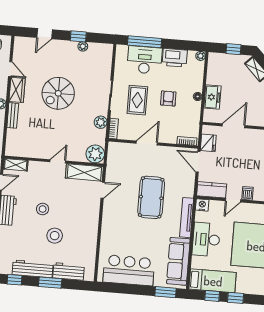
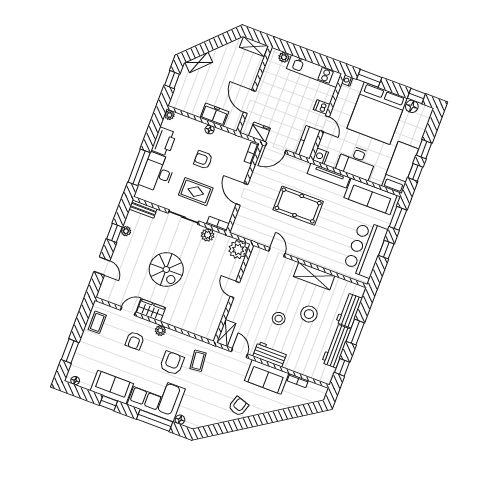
bench: (13, 115) -> (143, 209), moved
shelving: (84, 172) -> (314, 276), moved, turned 90
window: (134, 290) -> (386, 250), added

